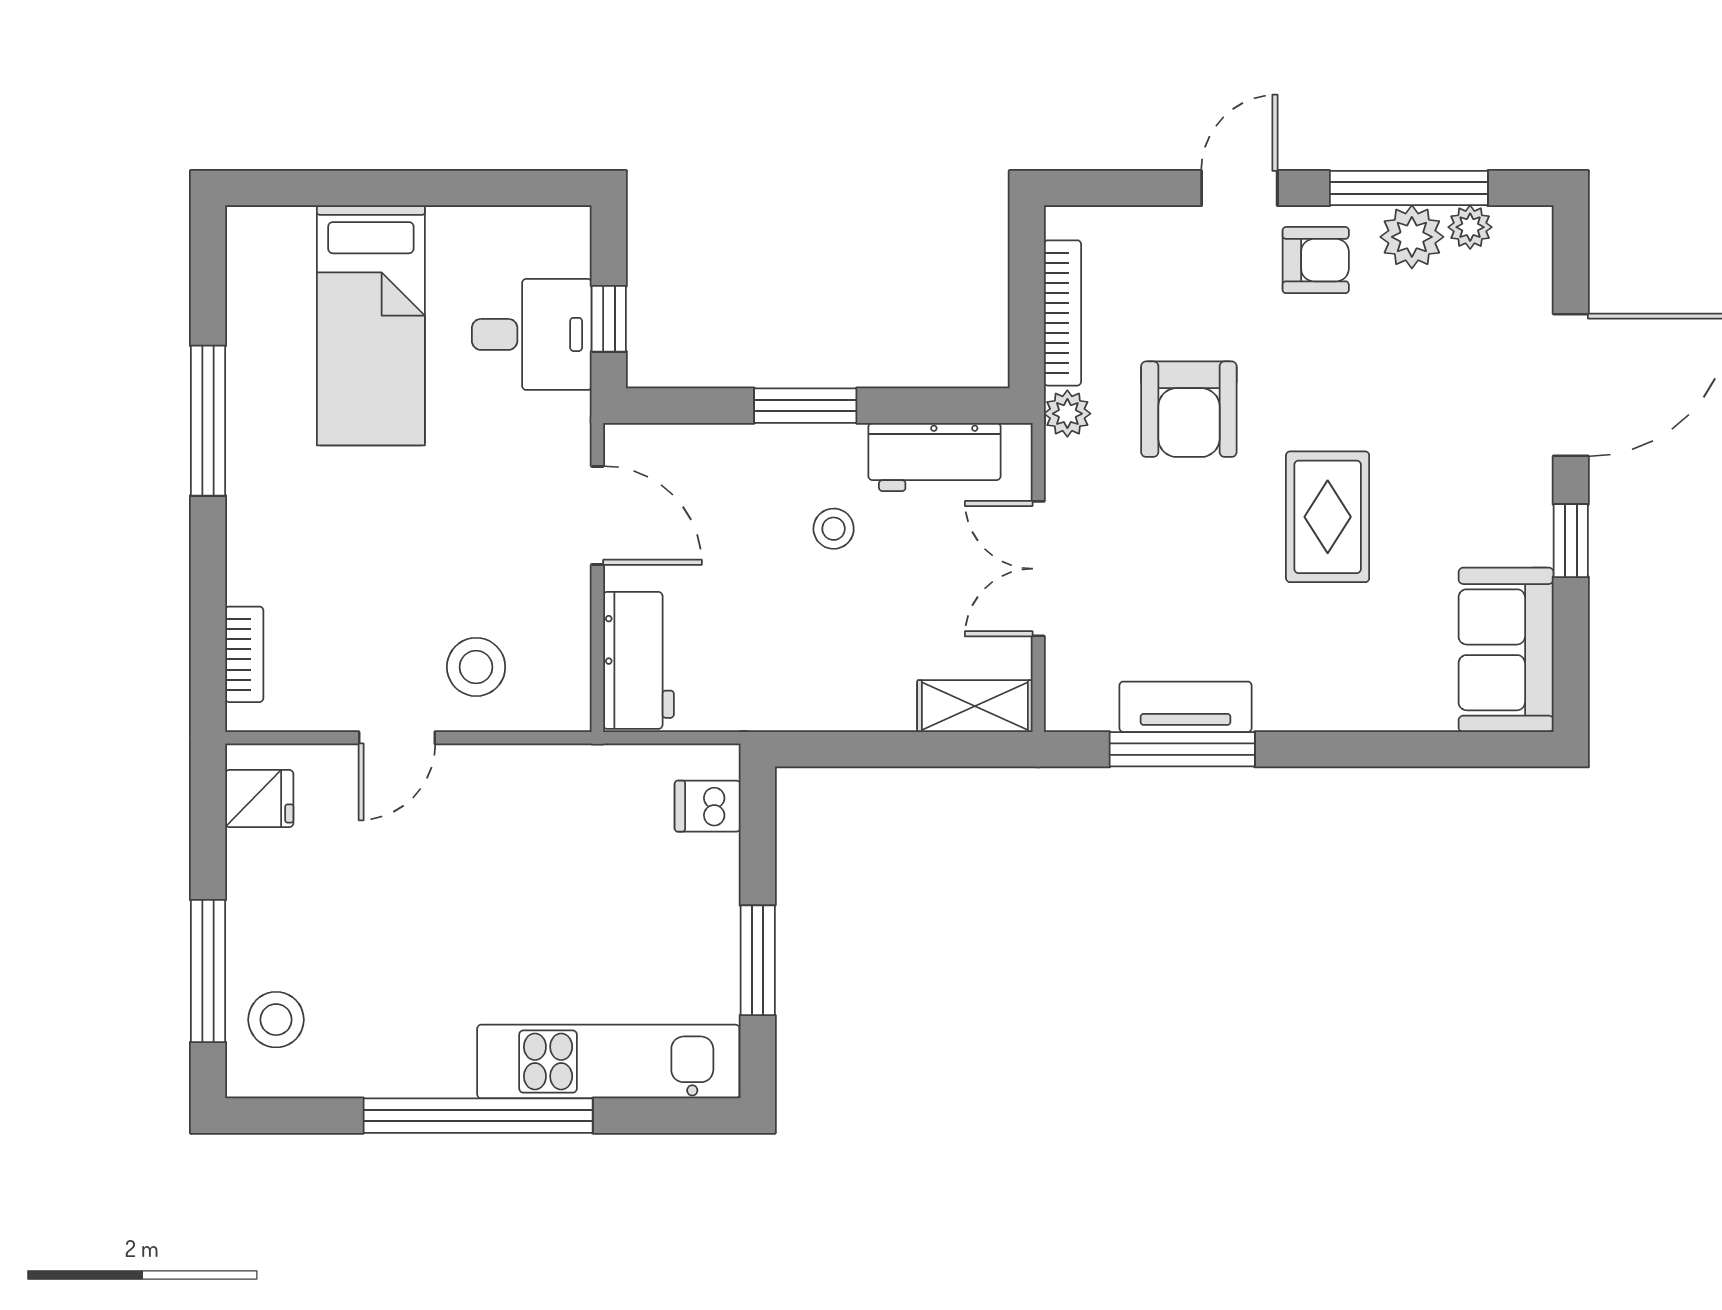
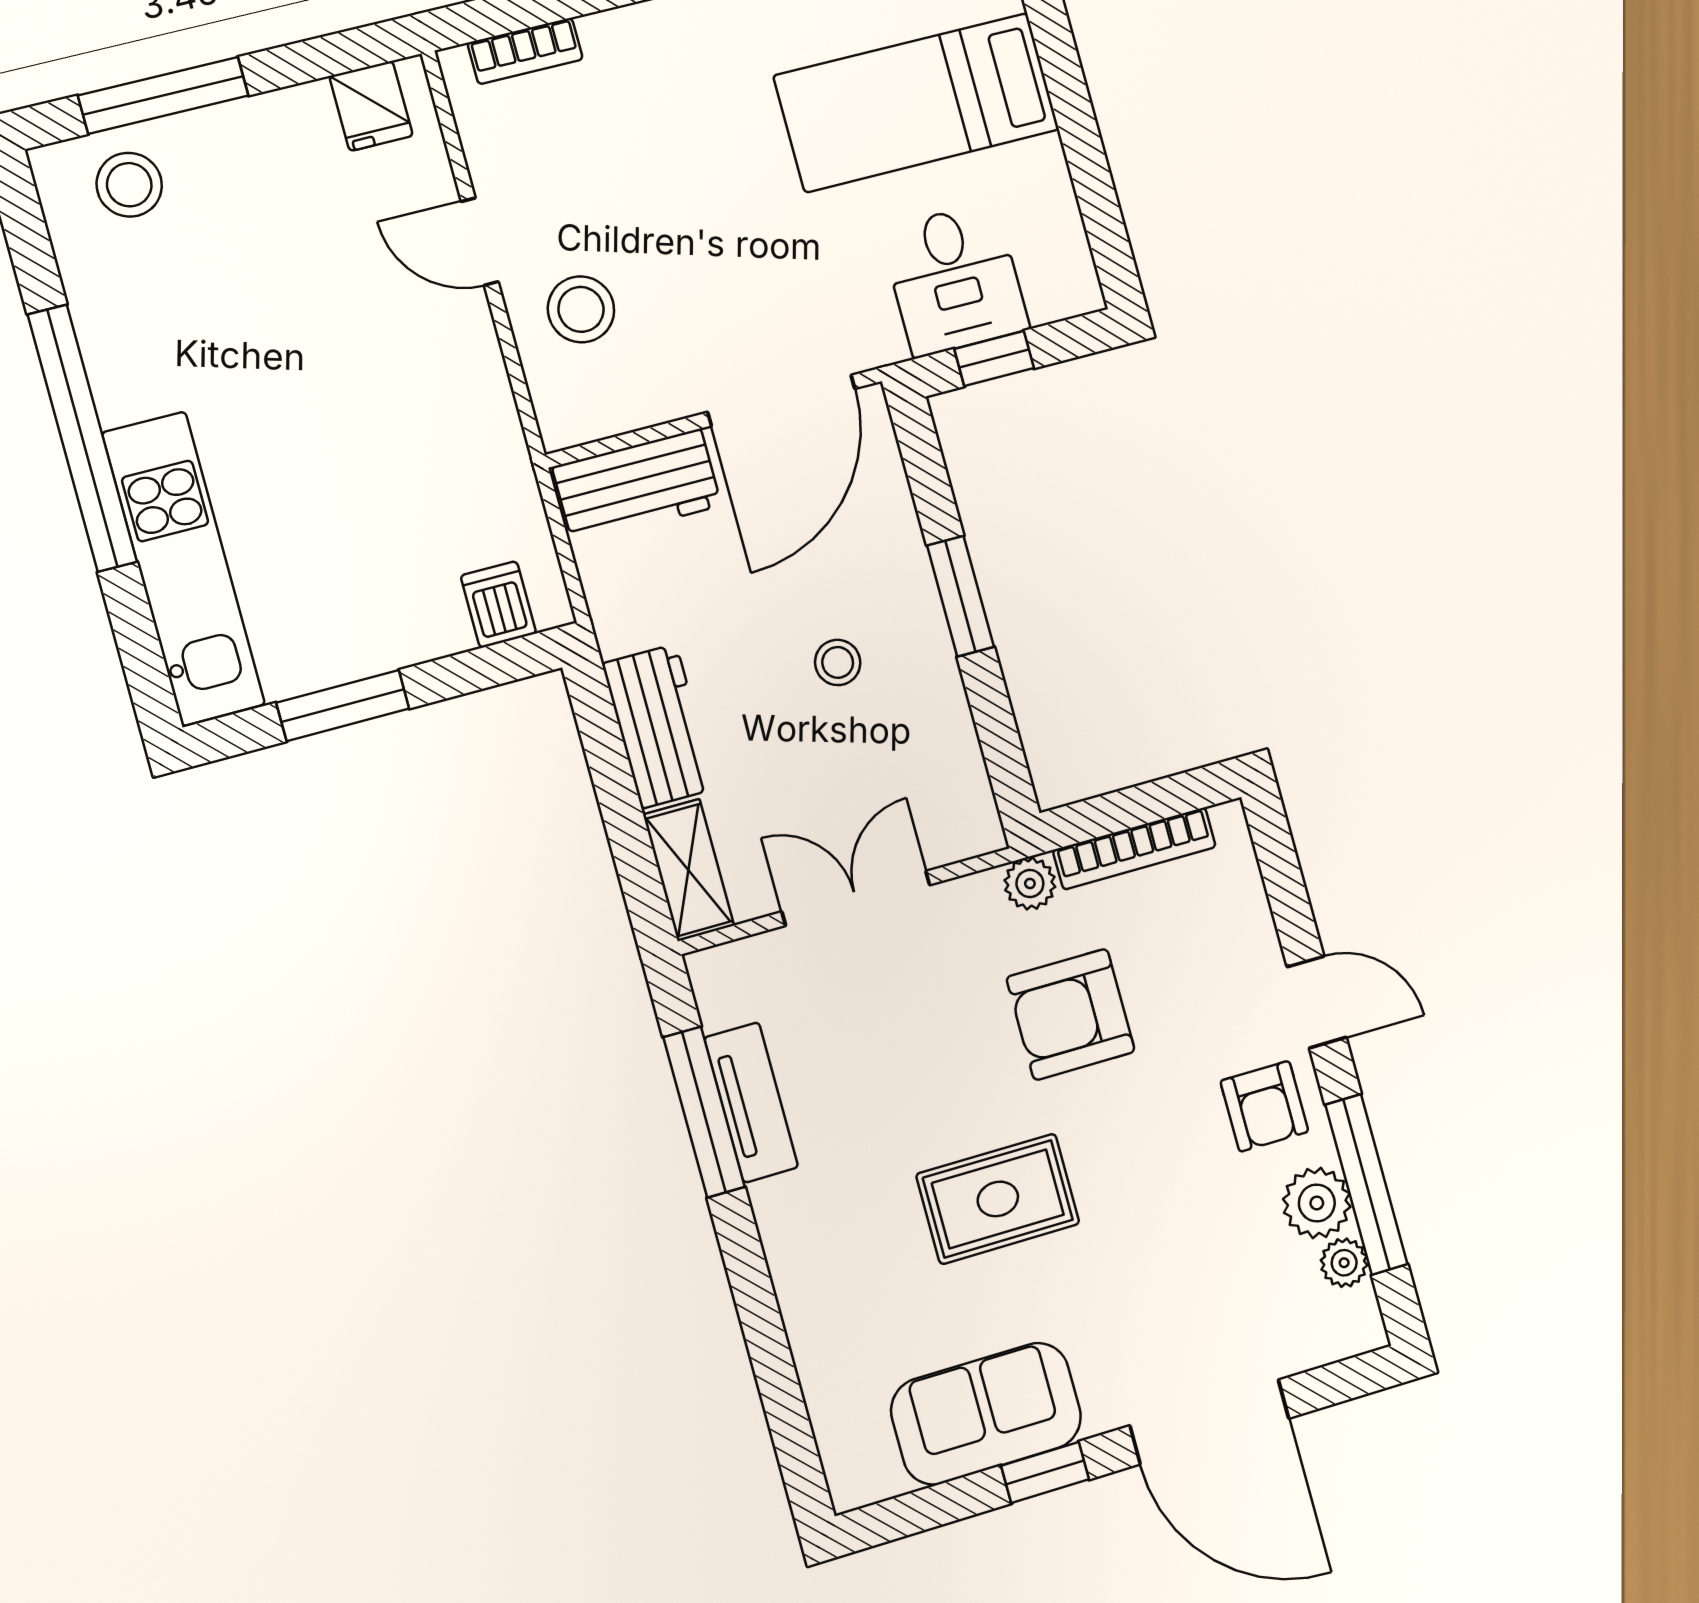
workbench: (934, 457) -> (659, 726), moved, turned 180
door: (597, 515) -> (781, 400), width x1.36
sofa: (1506, 650) -> (986, 1414), moved

